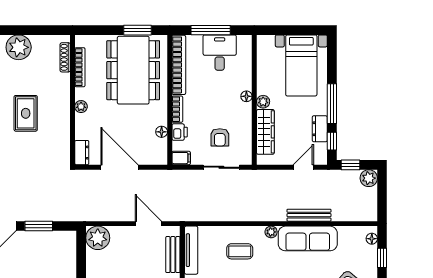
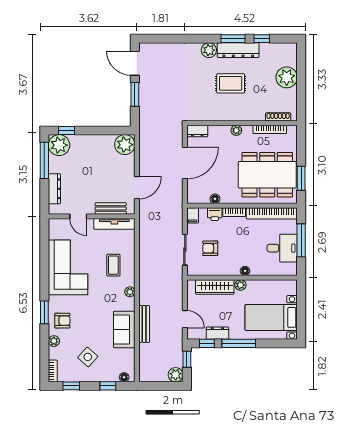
sofa: (308, 238) -> (124, 330), width x0.73

